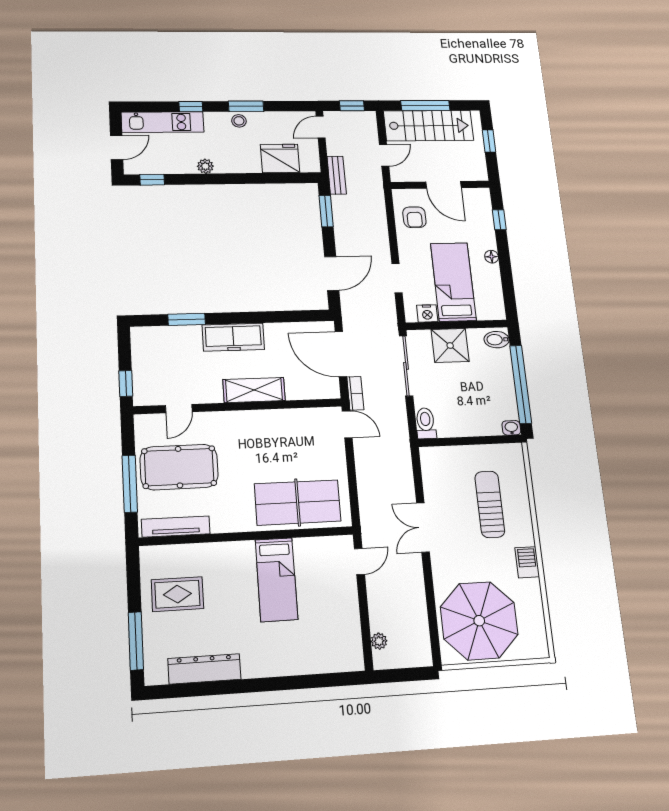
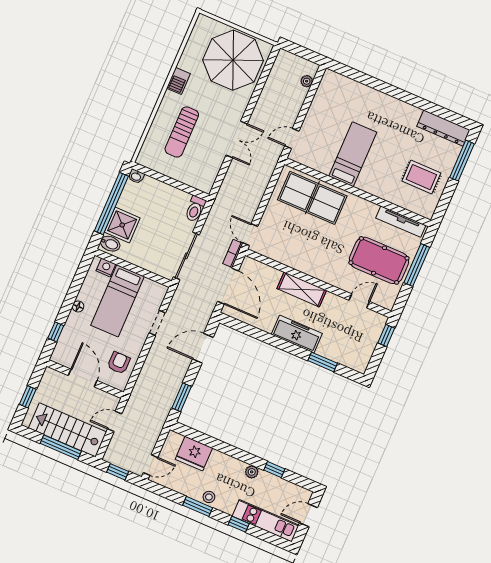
bench: (337, 175) -> (159, 422), removed
window: (152, 180) -> (274, 469), moved
nightstand: (427, 313) -> (106, 267), moved
shower: (450, 345) -> (122, 225), moved
dresser: (204, 669) -> (443, 128), moved

